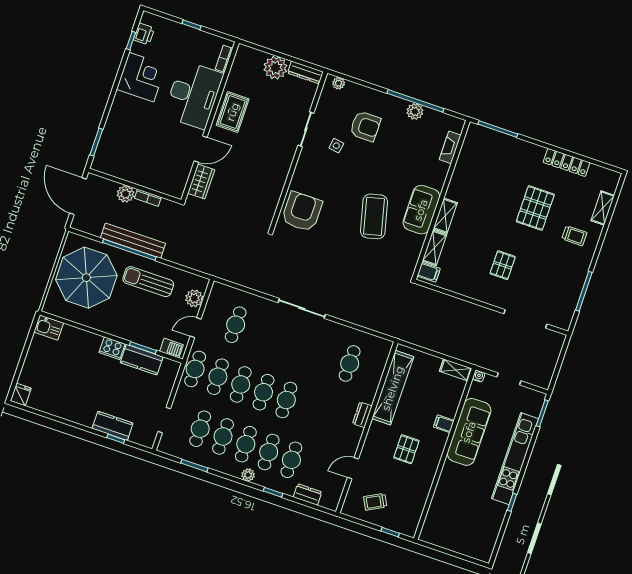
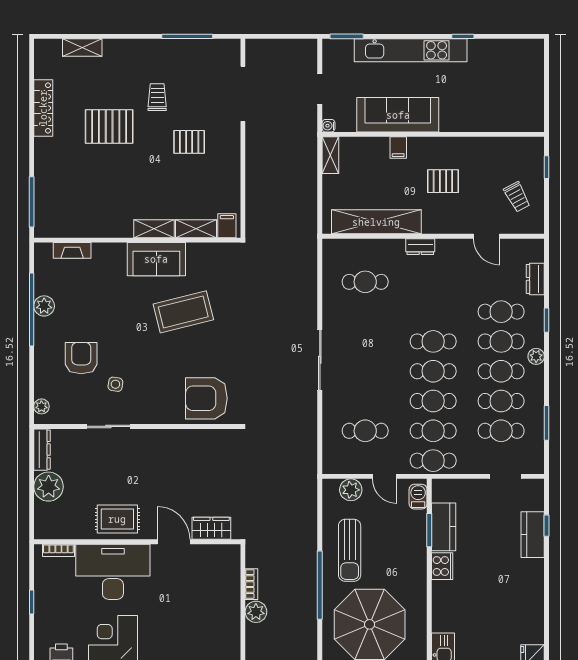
trolley: (574, 236) -> (157, 97), moved
bench: (133, 241) -> (308, 584), removed

